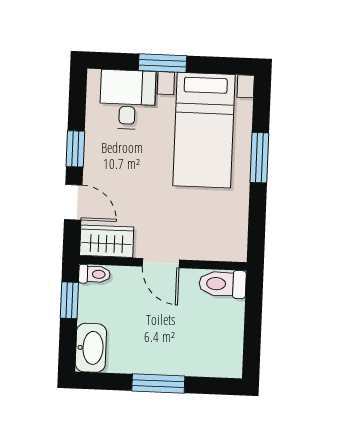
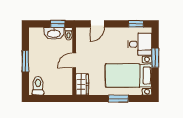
window: (75, 149) -> (136, 24), moved
wardrobe: (107, 241) -> (82, 84), moved
toilet: (223, 284) -> (38, 86), moved
washbasin: (91, 348) -> (54, 33), moved

